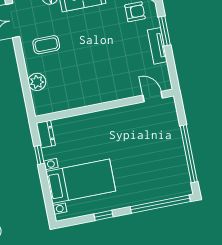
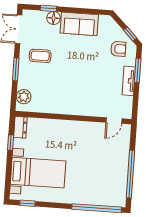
window: (22, 68) -> (16, 69), added
plant: (37, 82) -> (24, 97), moved
door: (153, 97) -> (114, 120), swing flipped
window: (104, 215) -> (27, 203), moved

